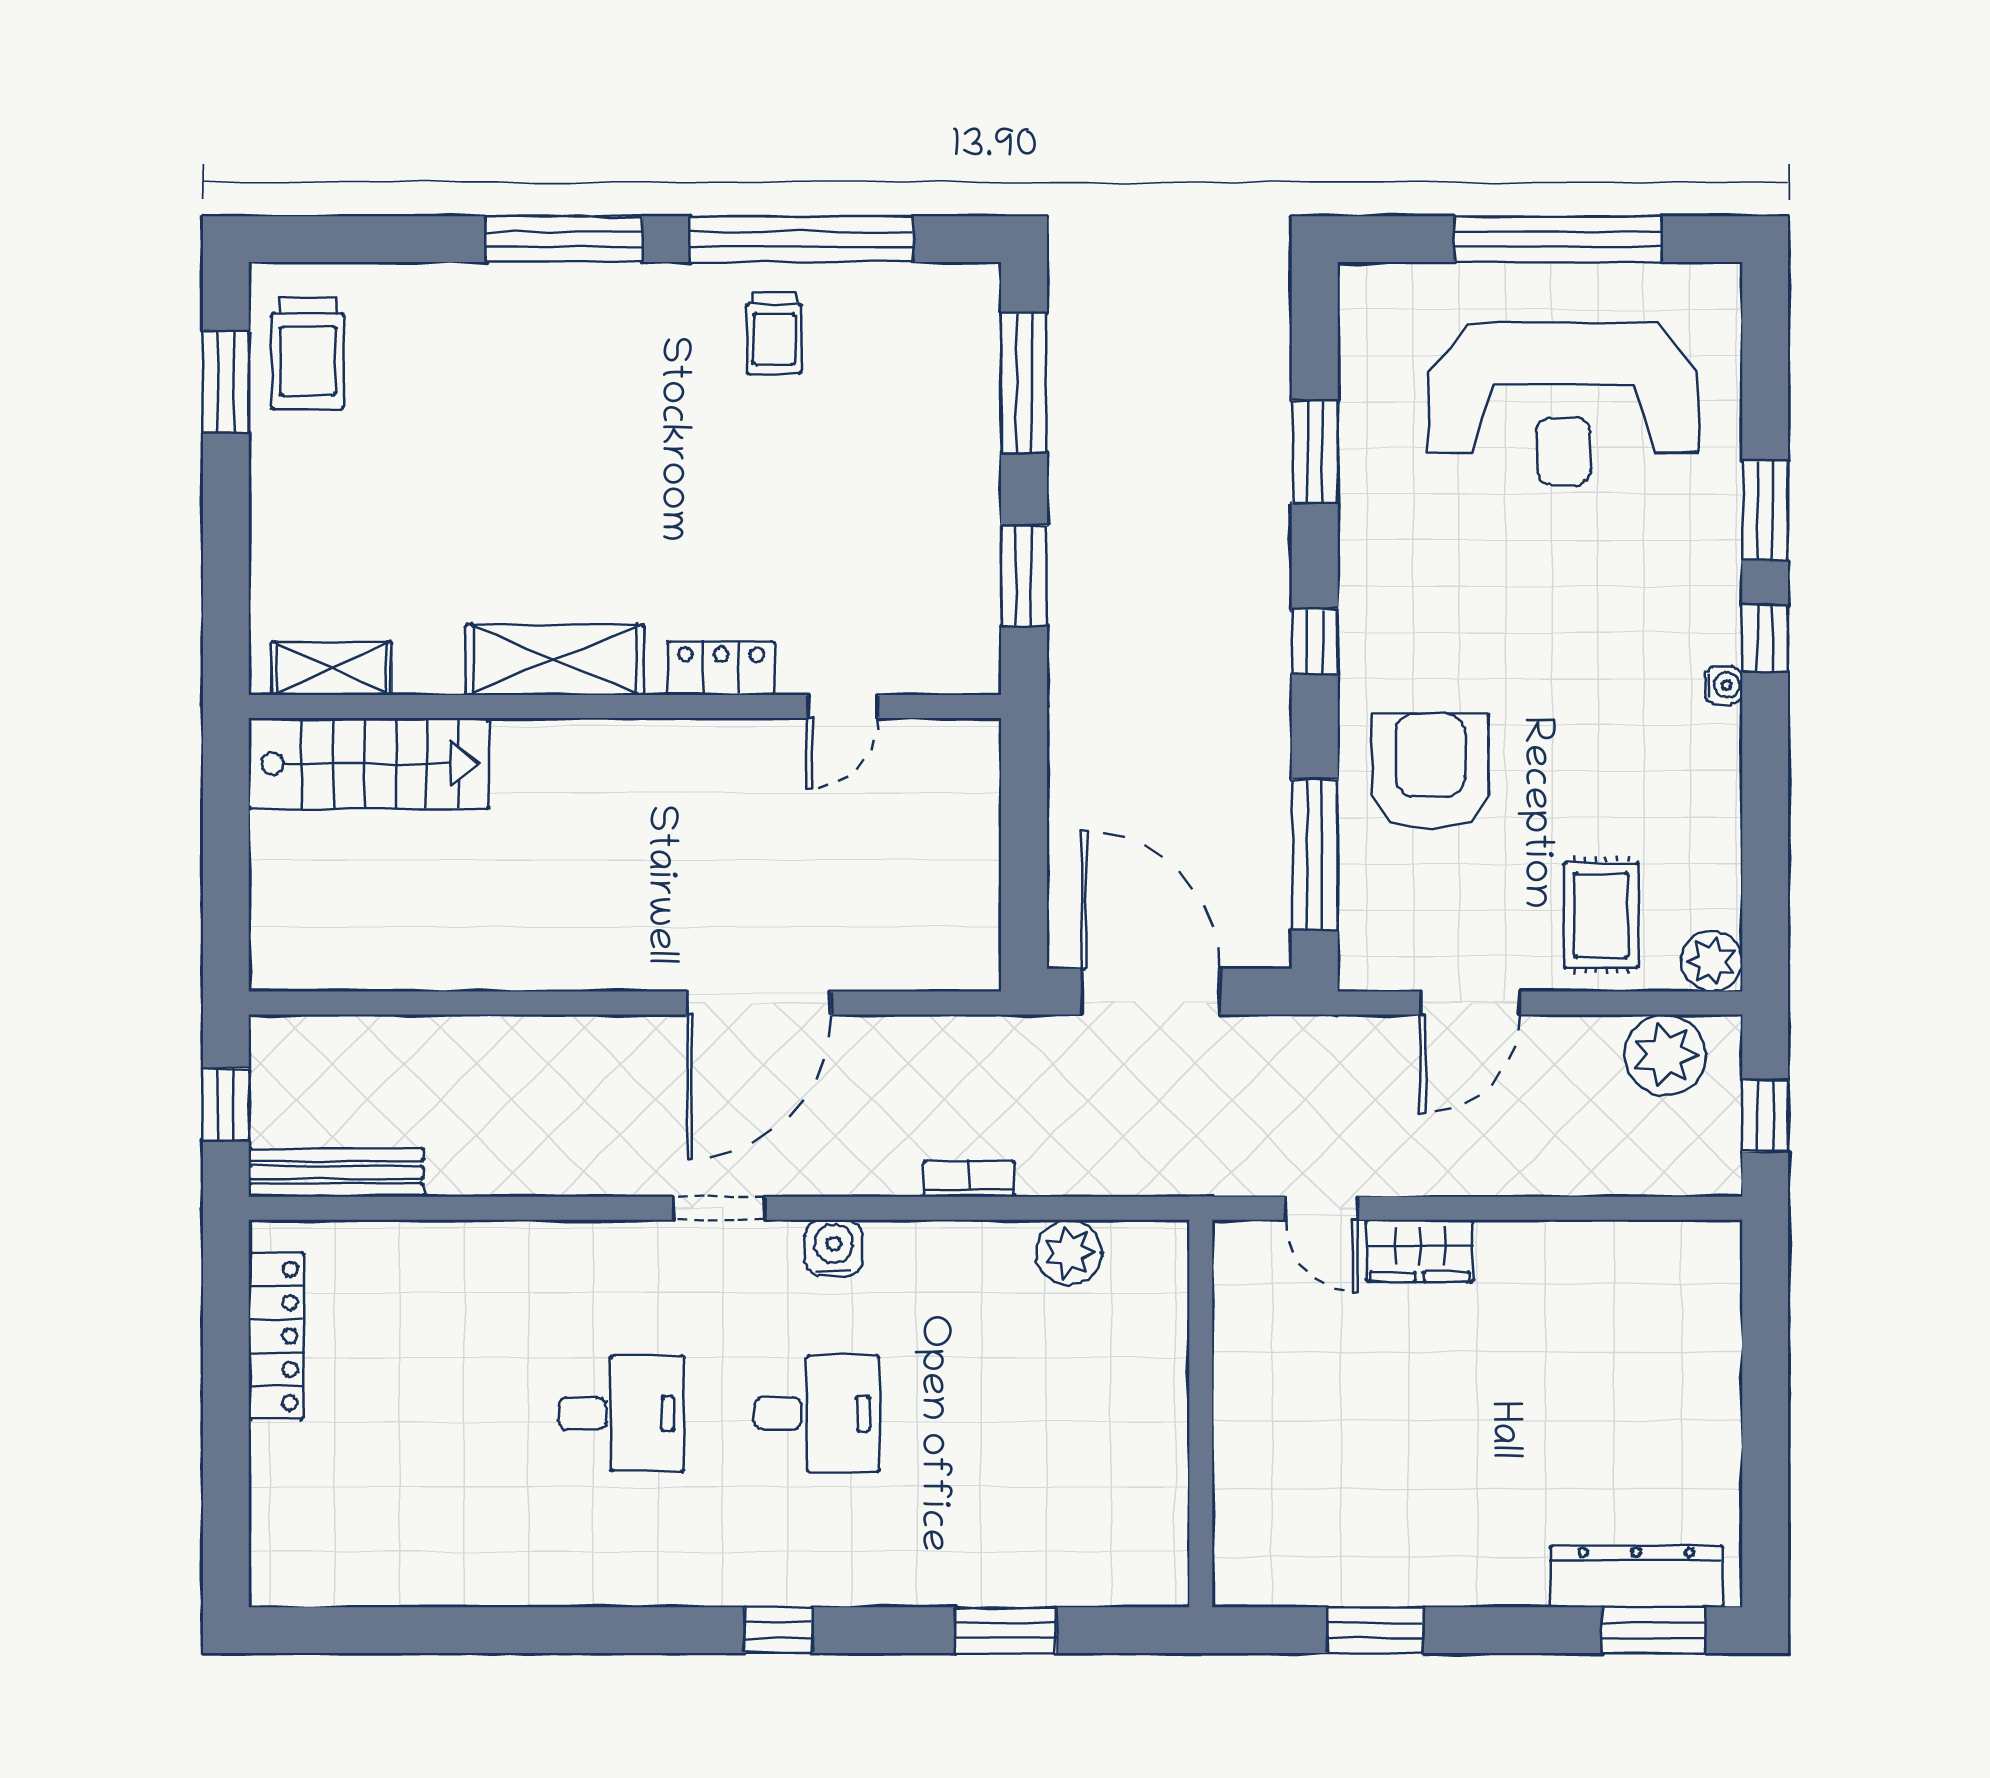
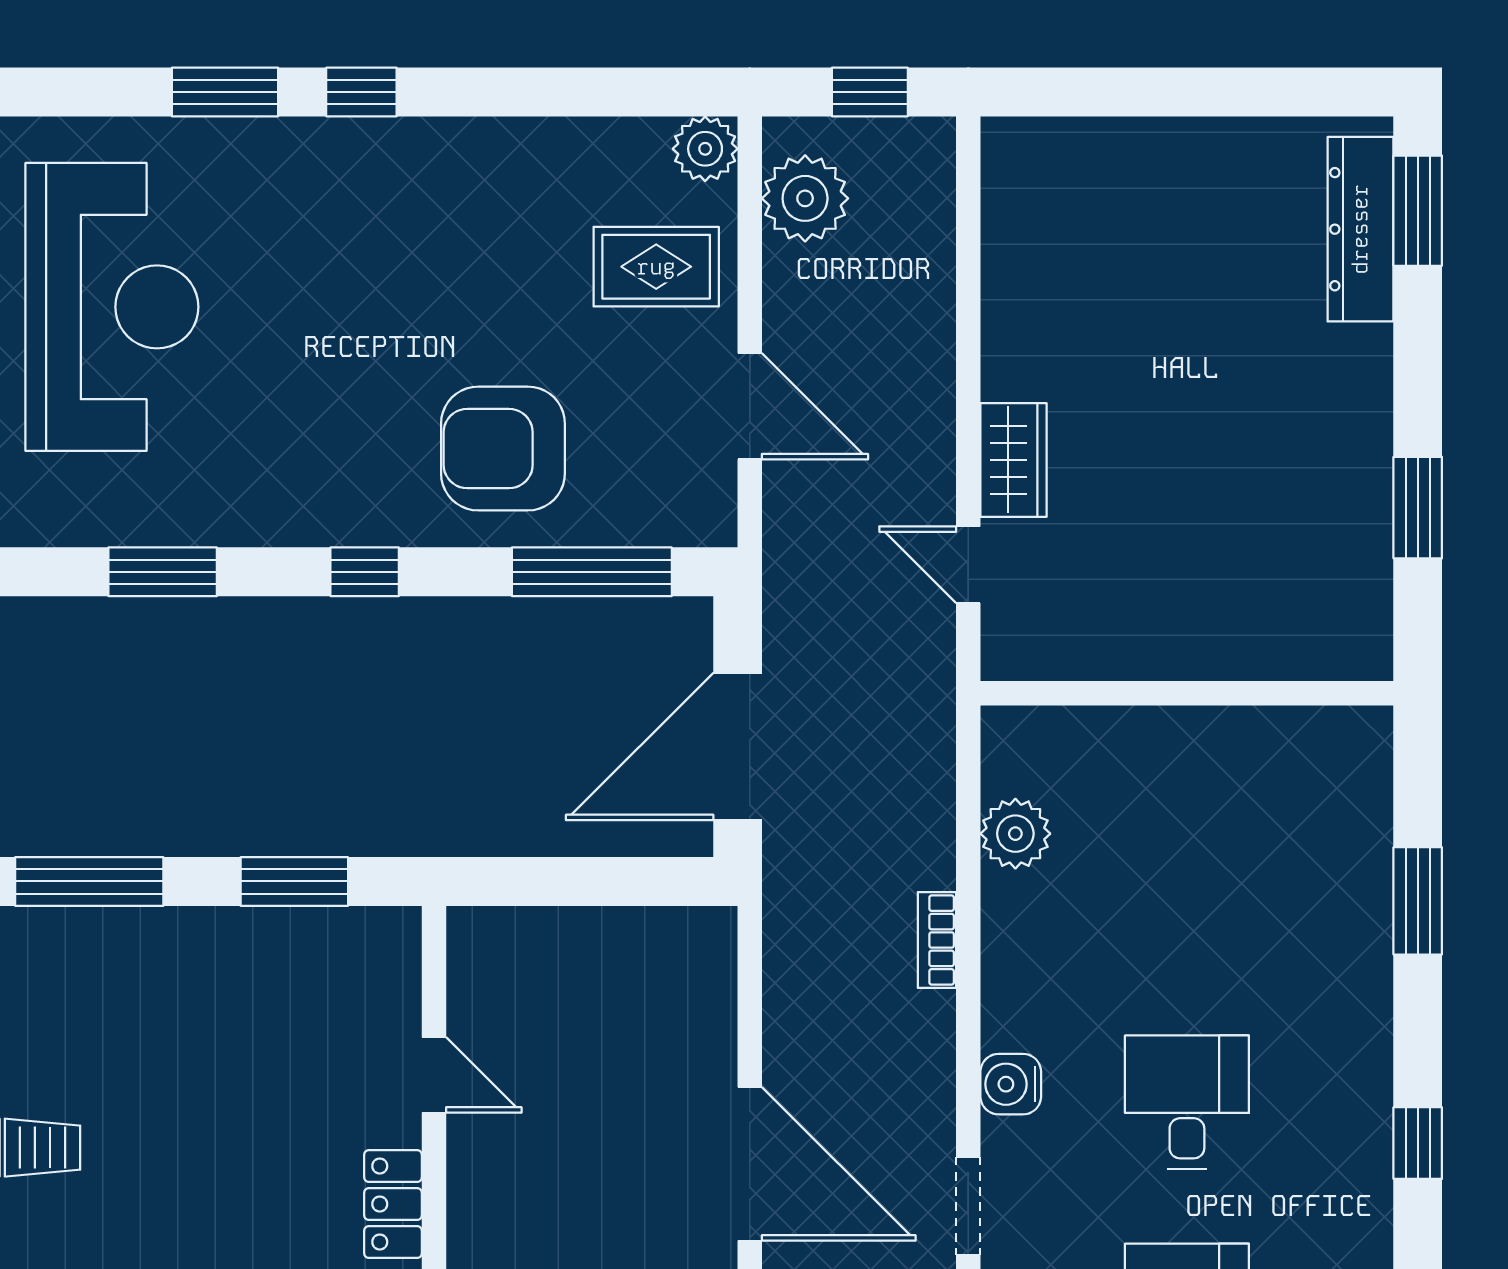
water cooler: (1724, 685) -> (411, 136), removed
door: (1321, 1208) -> (968, 565), swing flipped

